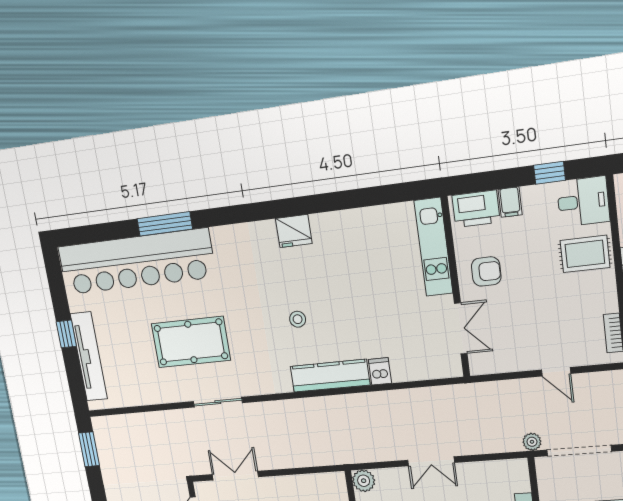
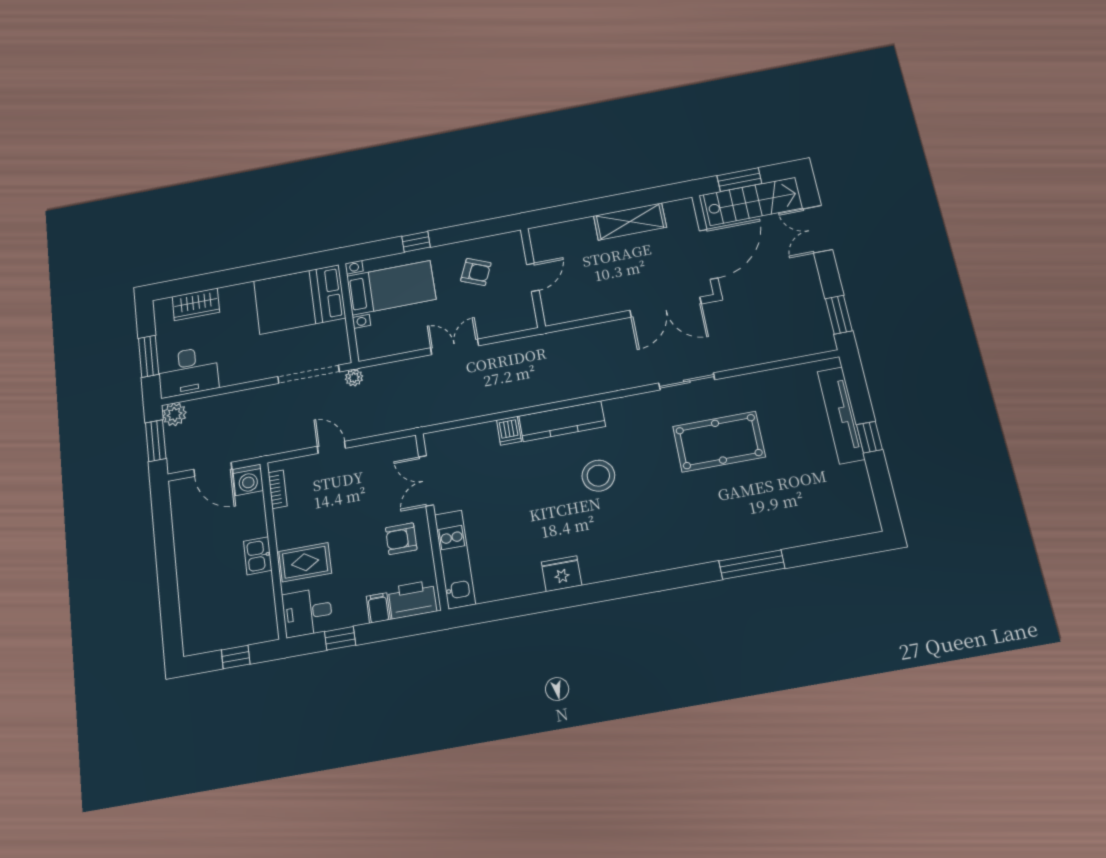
fridge: (294, 231) -> (562, 574), moved
bar counter: (136, 262) -> (785, 522), removed
stool: (298, 319) -> (598, 476), width x1.89, depth x1.89
double door: (235, 476) -> (665, 307), width x1.37
plant: (364, 481) -> (525, 319), removed

